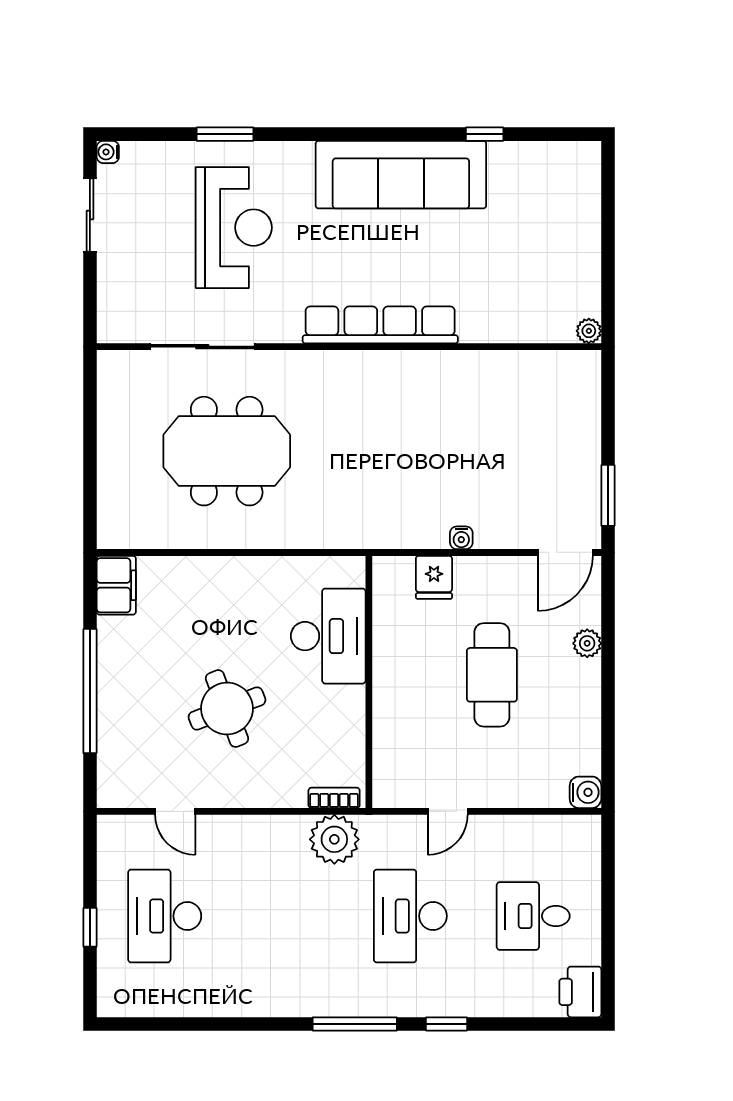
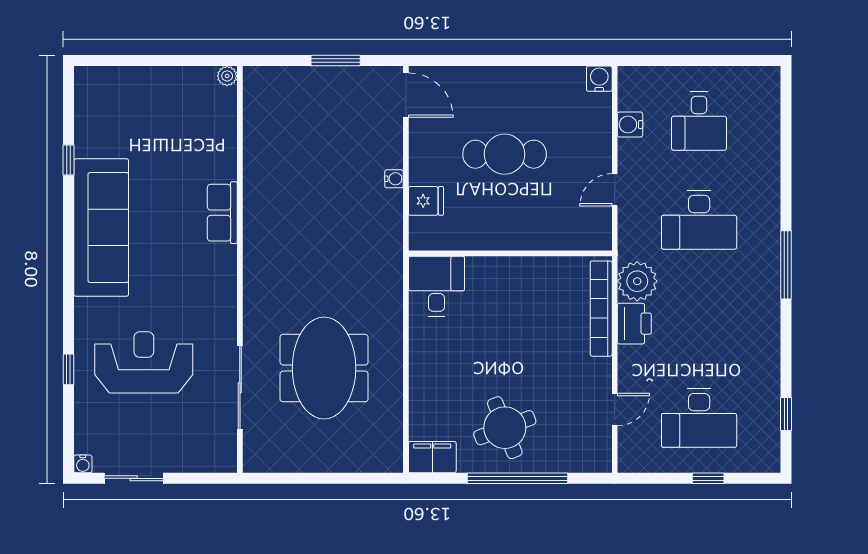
window: (225, 134) -> (68, 369), width x0.67
row of seats: (380, 325) -> (222, 213), width x0.50
window: (608, 495) -> (336, 61), moved
desk: (328, 636) -> (436, 286), moved, width x0.73
plant: (587, 643) -> (479, 77), removed
round table: (227, 709) -> (505, 428), moved
bookcase: (334, 798) -> (601, 309), width x2.31, depth x1.31
door: (448, 811) -> (615, 190), swing flipped
water cooler: (529, 830) -> (630, 124), added
printer: (580, 992) -> (634, 324), moved, turned -90
window: (447, 1024) -> (786, 414), moved

